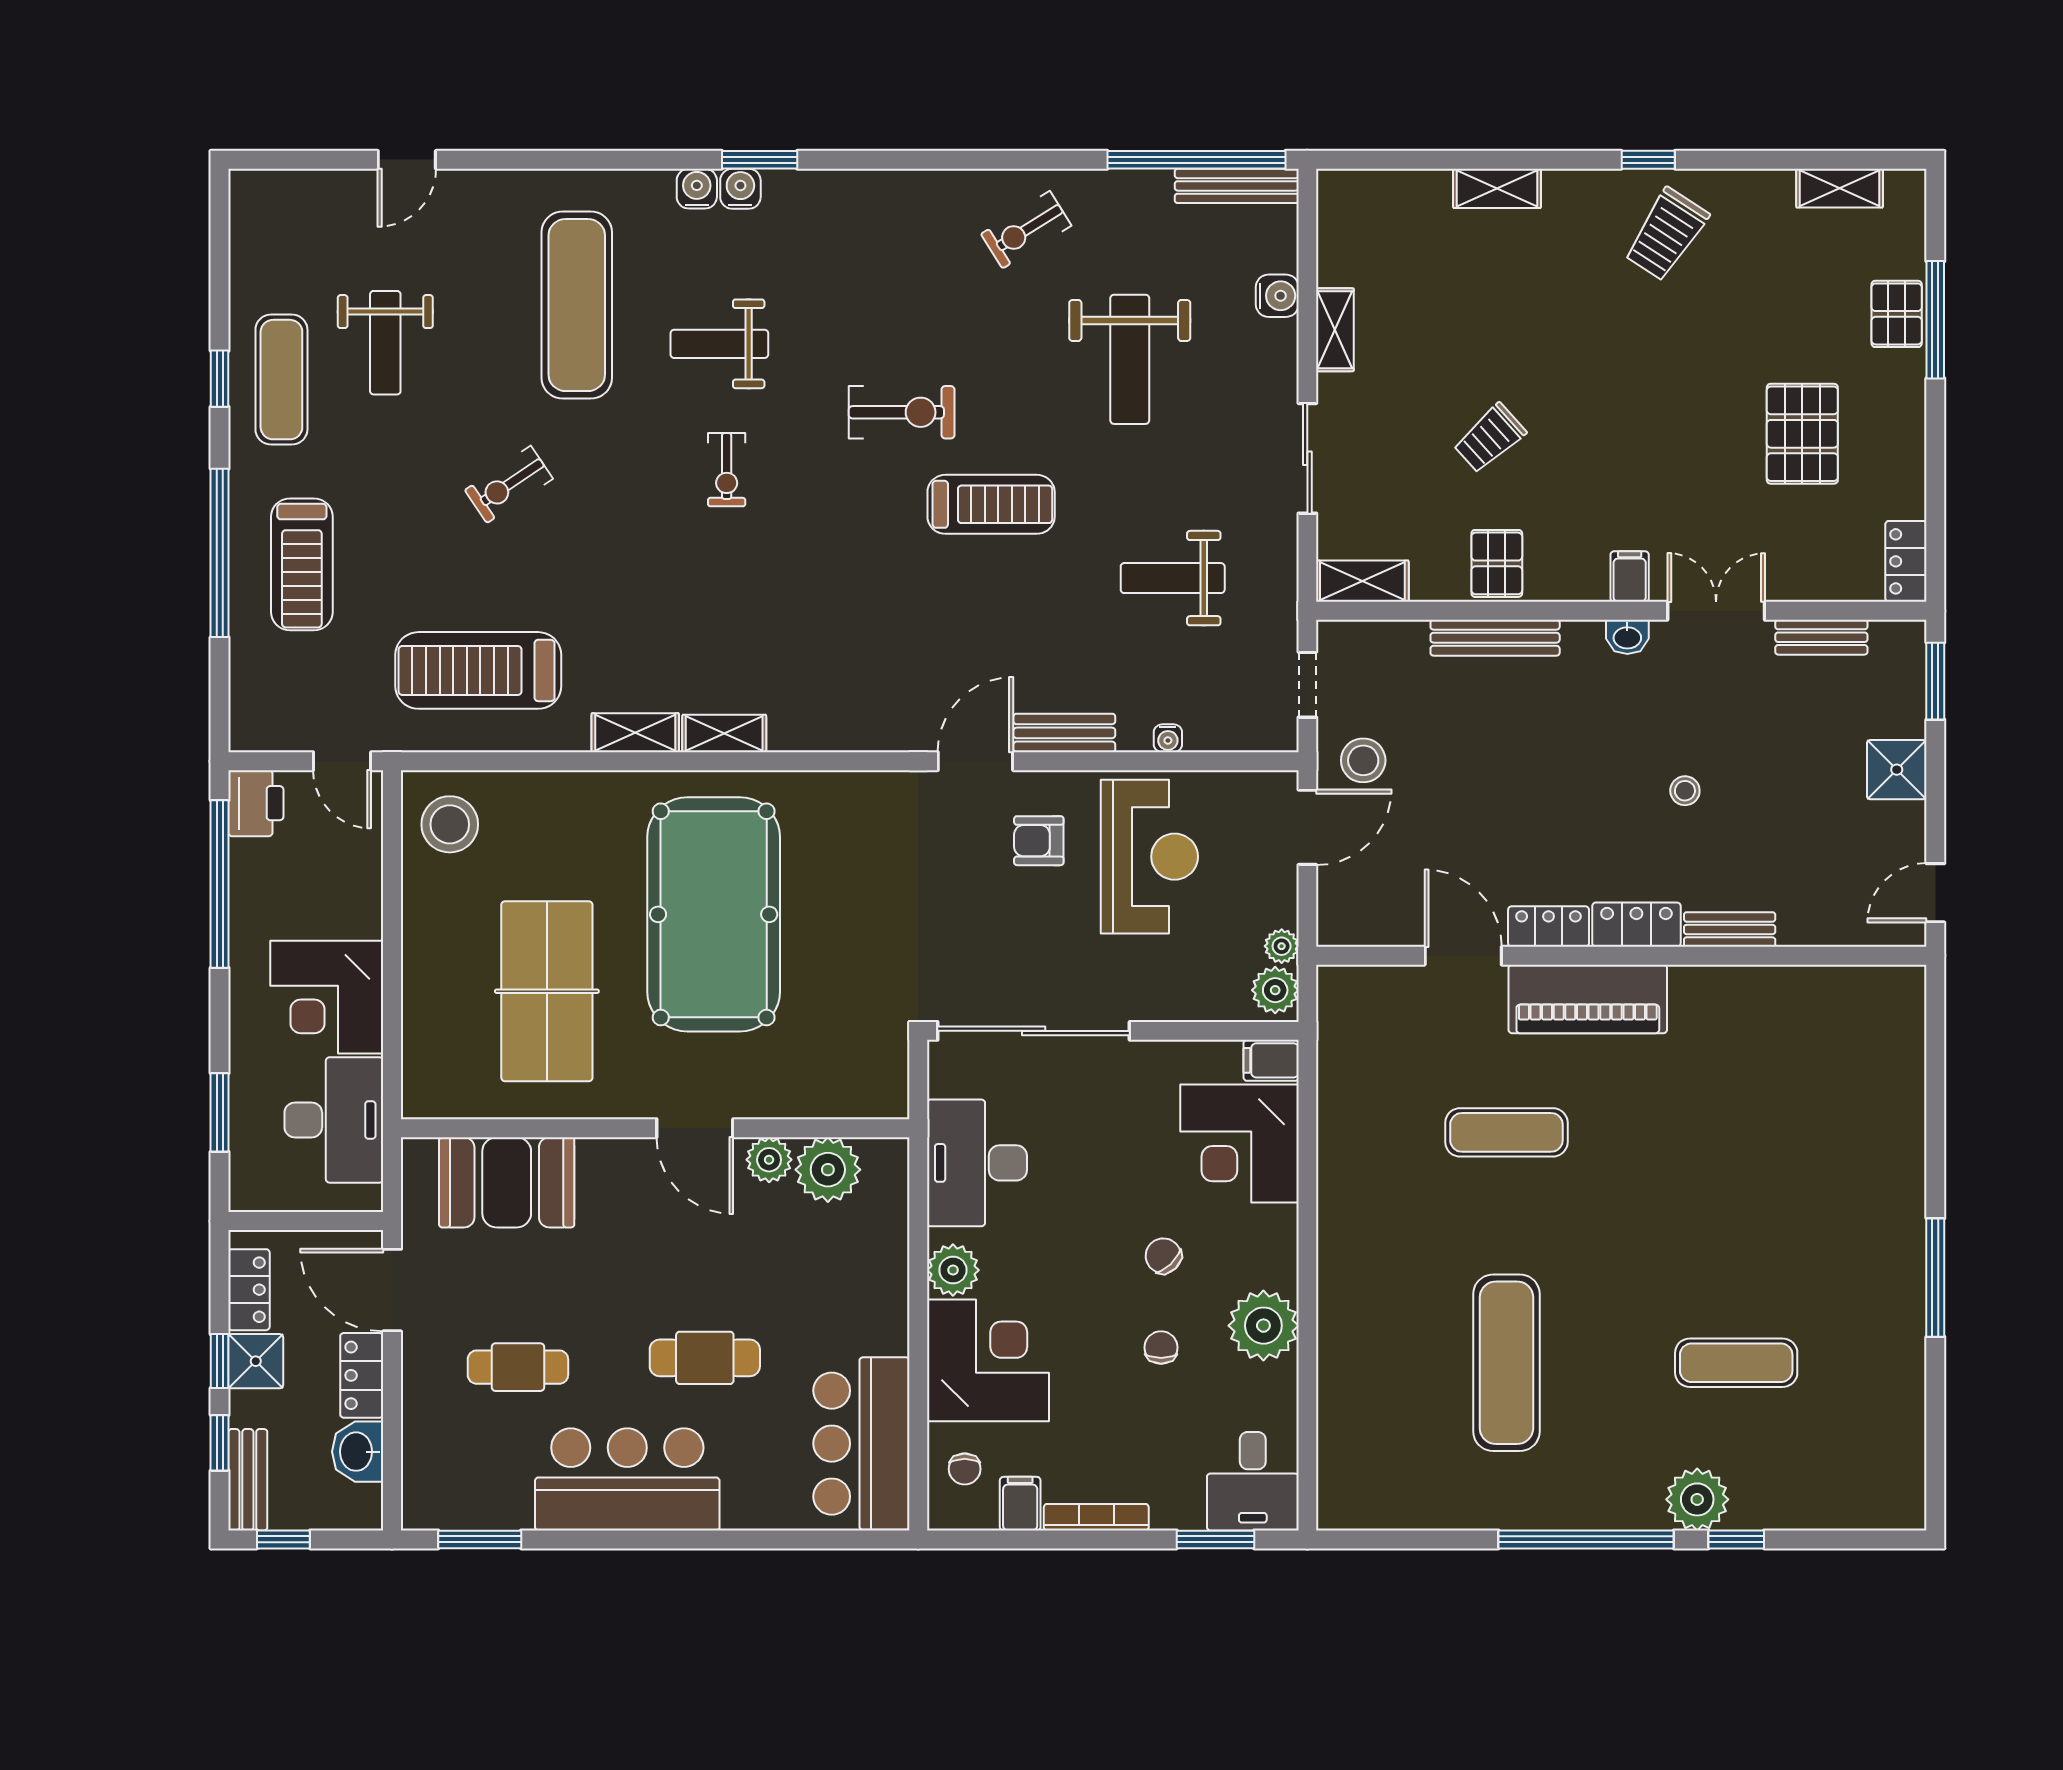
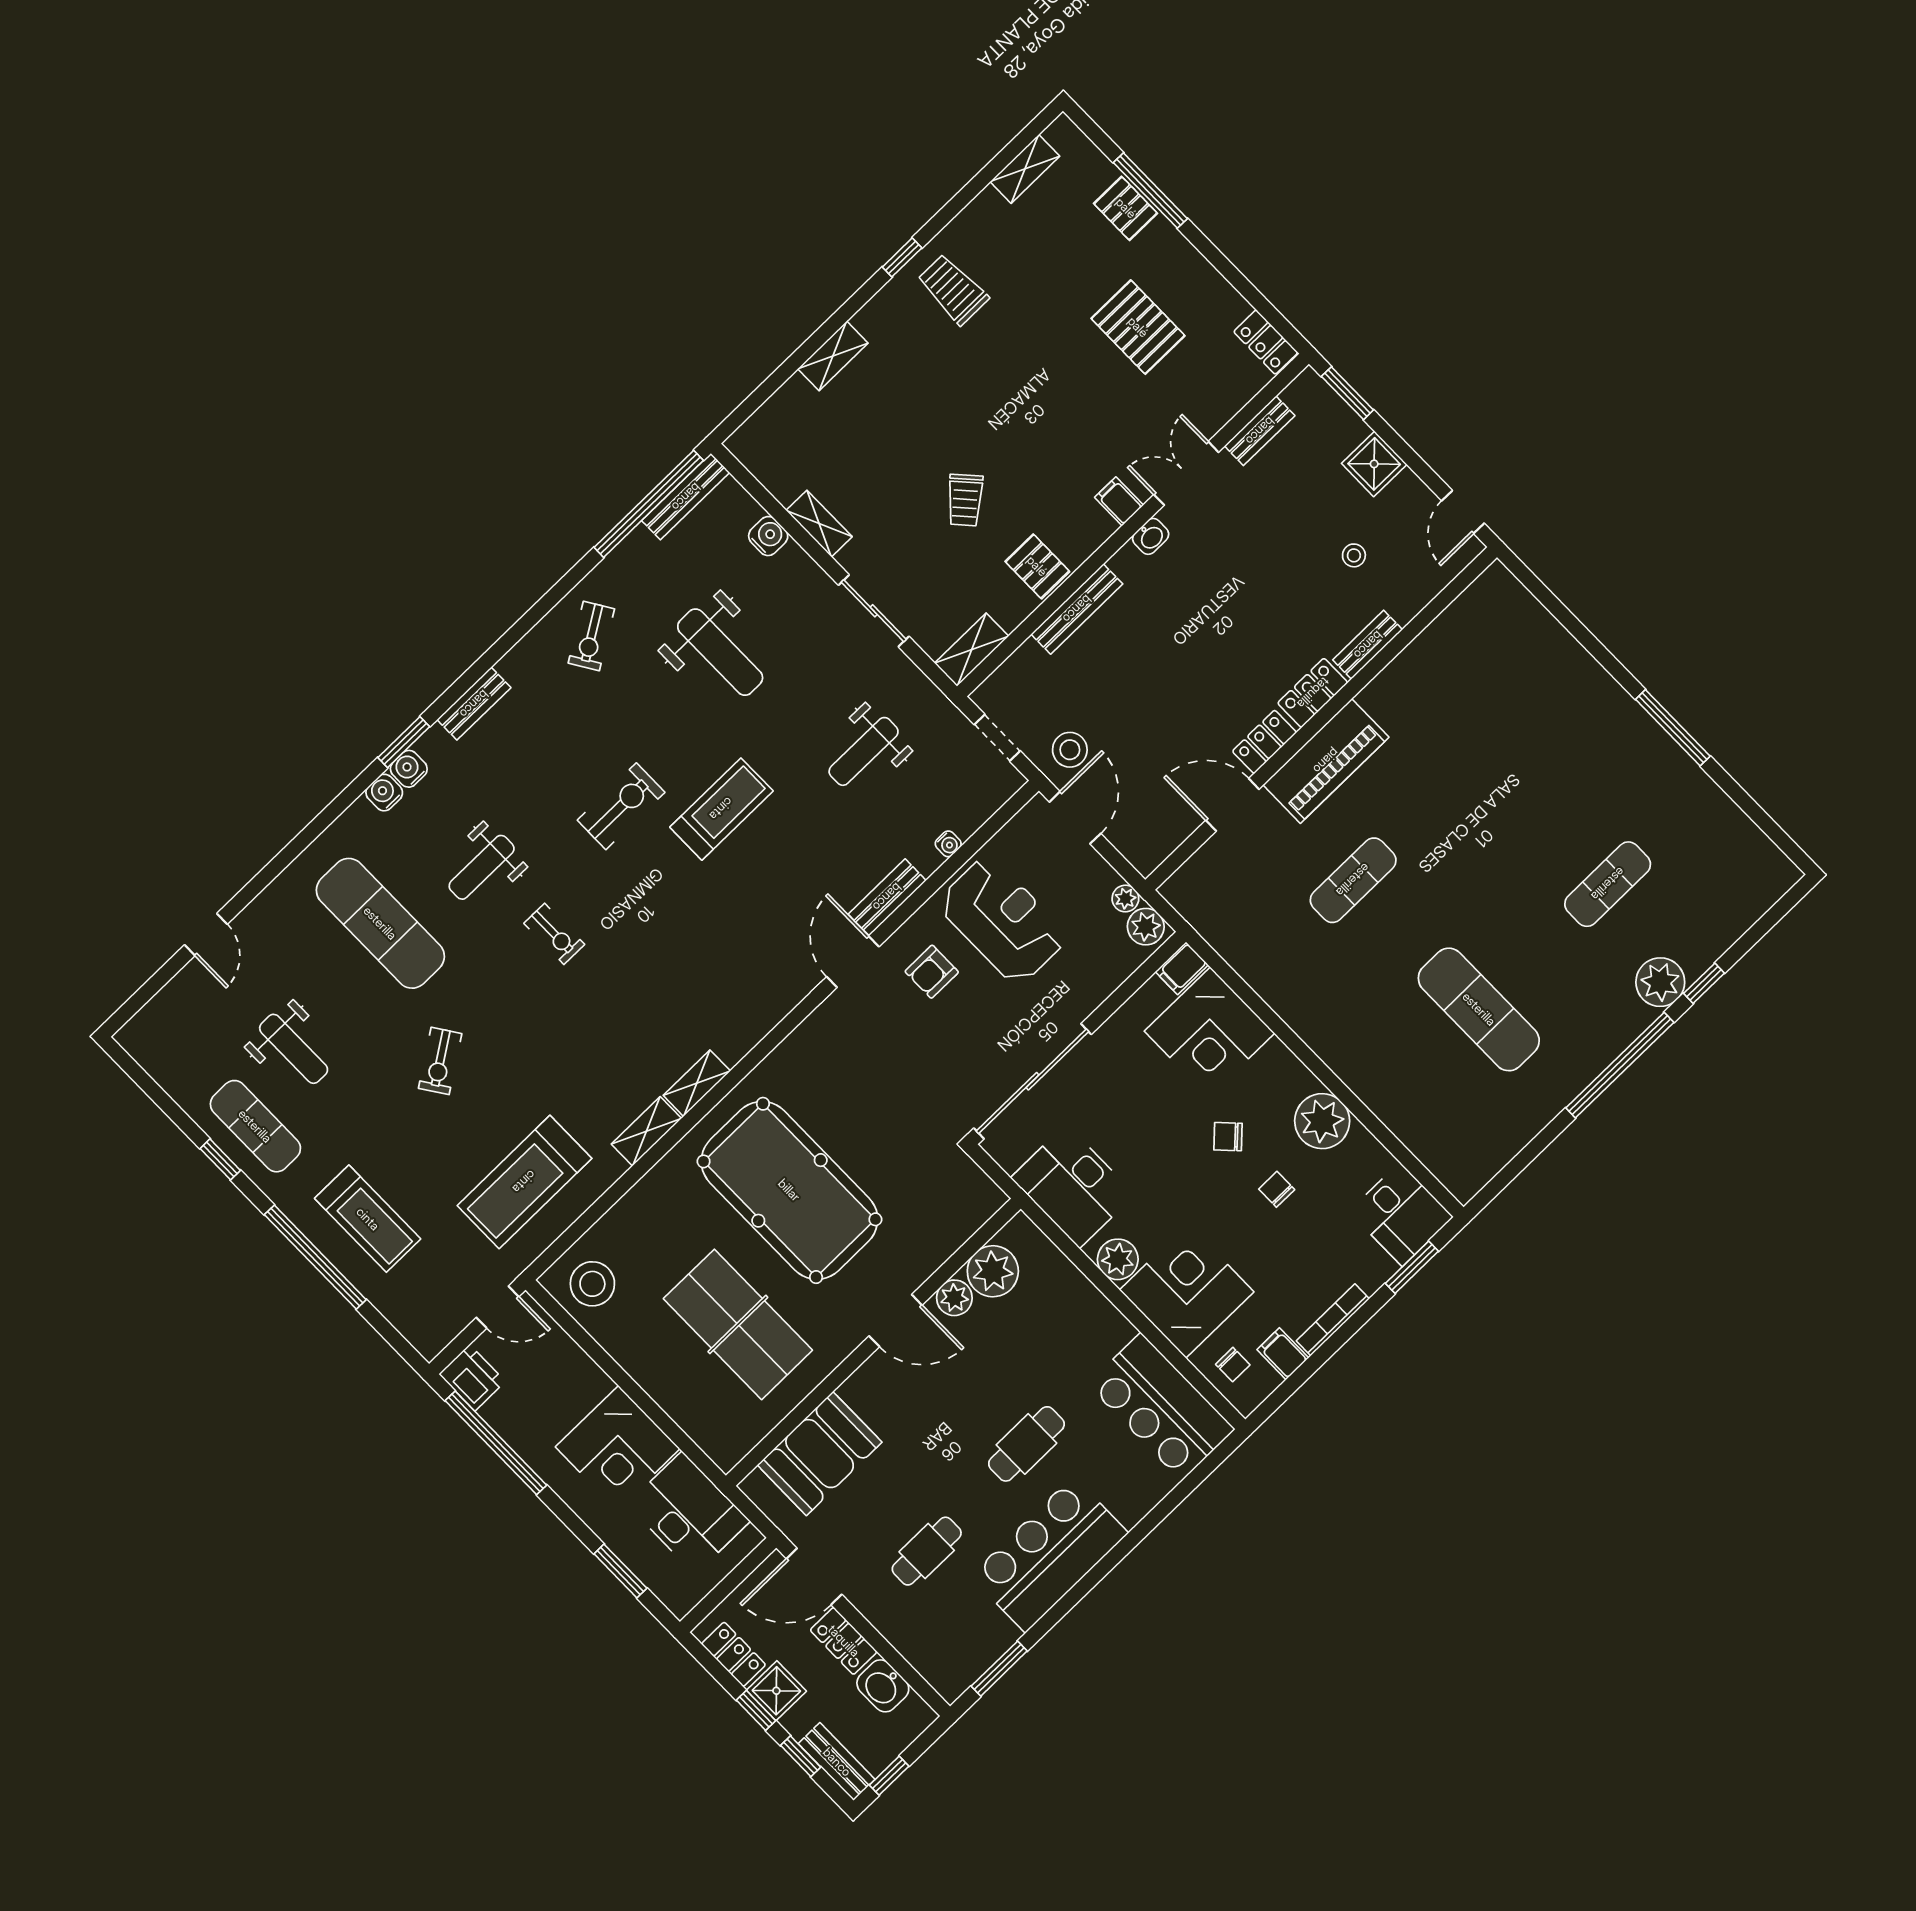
bench: (858, 187) -> (474, 704), added
trolley: (1666, 234) -> (953, 289), turned 147
stool: (1685, 791) -> (1354, 555), moved

